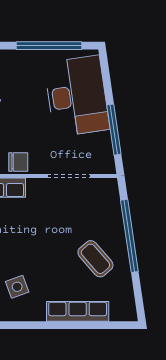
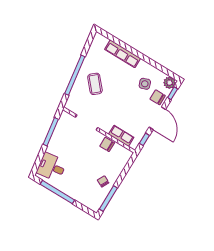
desk: (77, 96) -> (52, 167), width x0.53, depth x0.77
coffee table: (95, 259) -> (95, 84), moved

